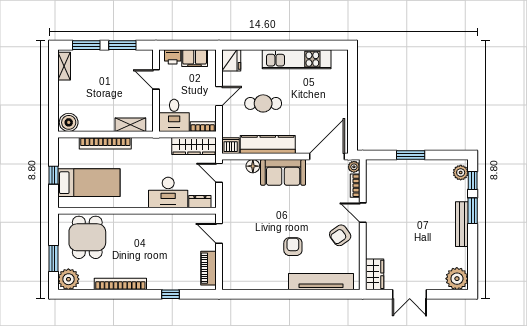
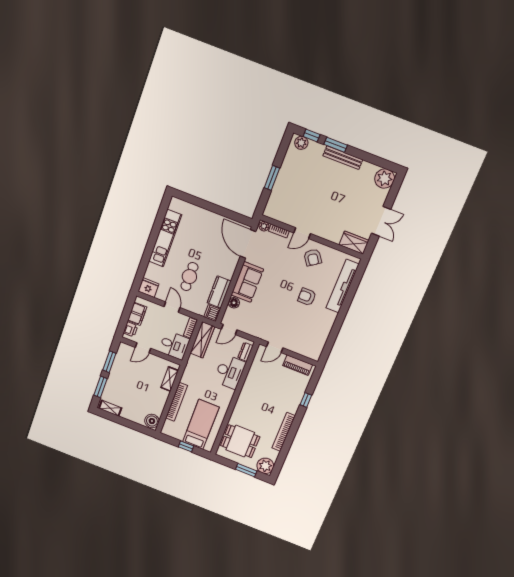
kitchen counter: (268, 144) -> (219, 292), width x0.67

